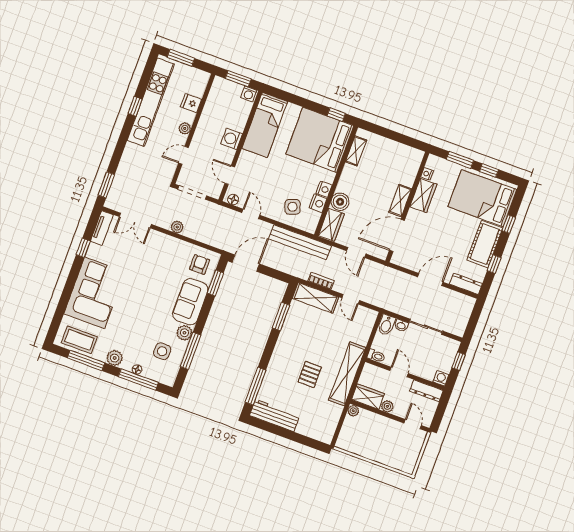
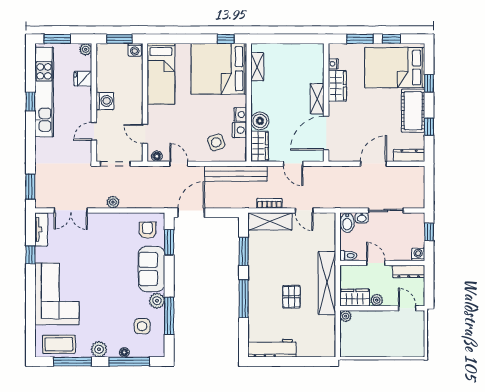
plant: (185, 128) -> (86, 49), moved
washing machine: (232, 139) -> (105, 101), moved, turned 180
window: (256, 386) -> (244, 299), moved

